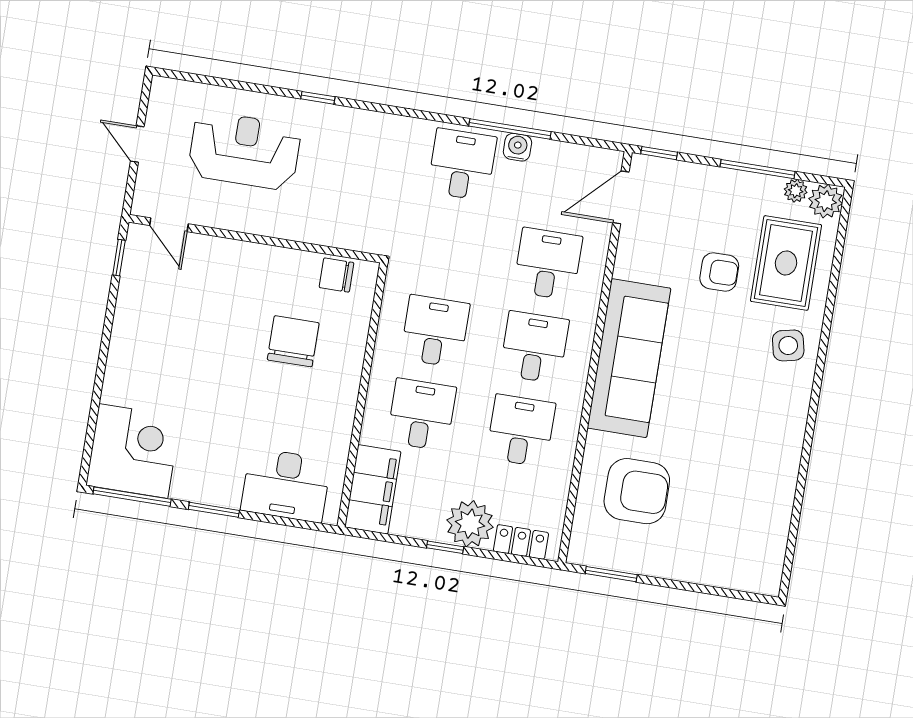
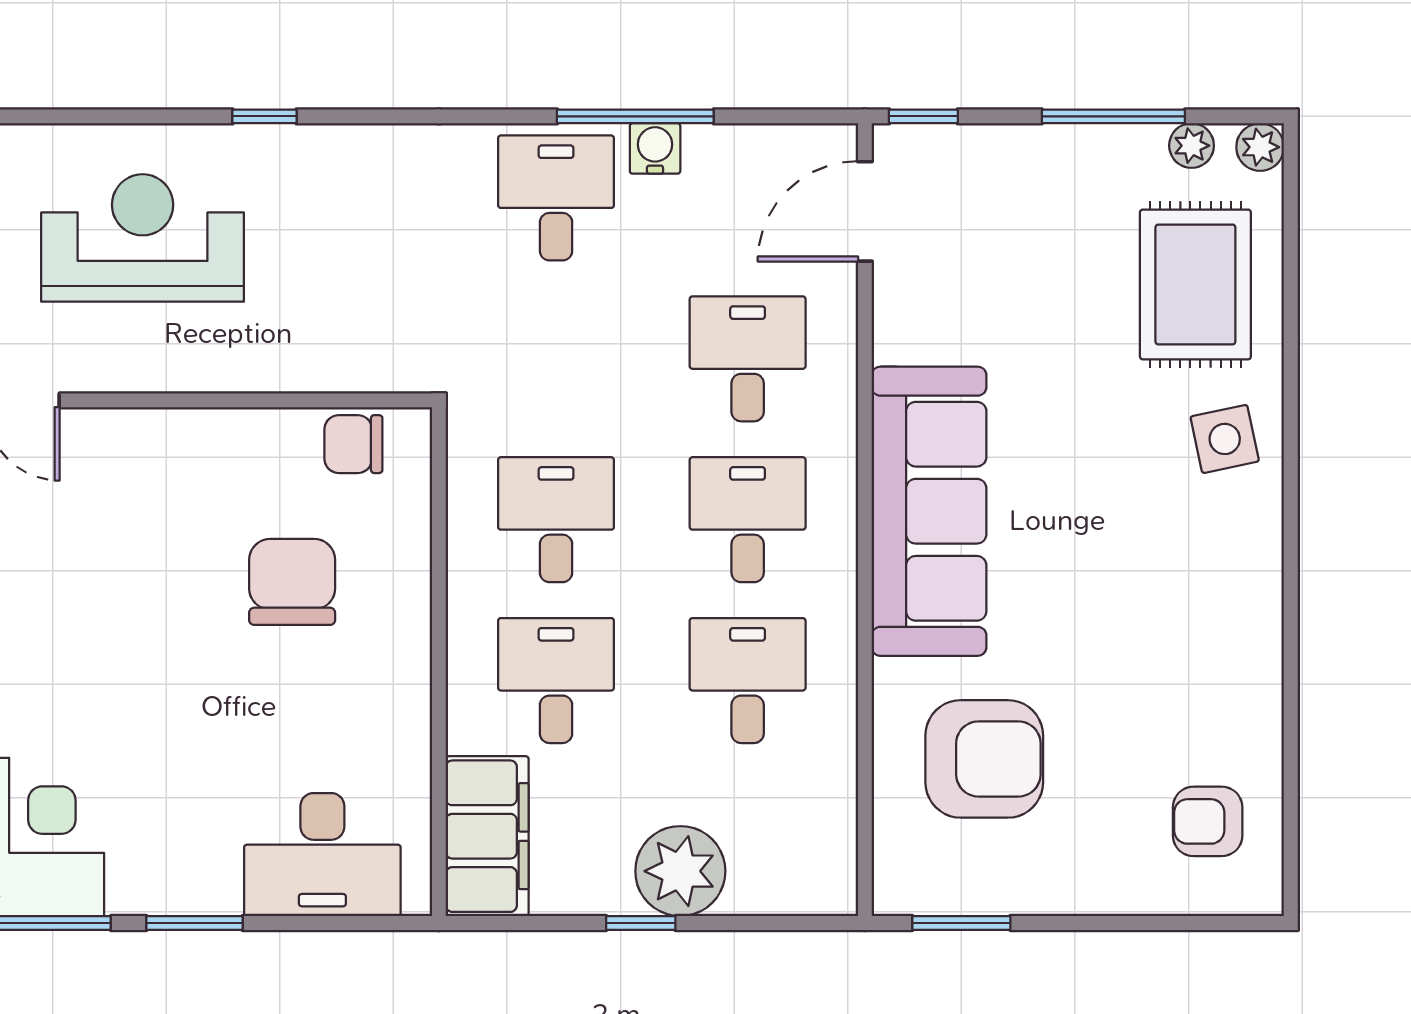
plant: (826, 201) -> (1260, 147), width x0.73, depth x0.73
armchair: (719, 272) -> (1208, 821), moved, turned 180
locker: (521, 542) -> (782, 890), removed

